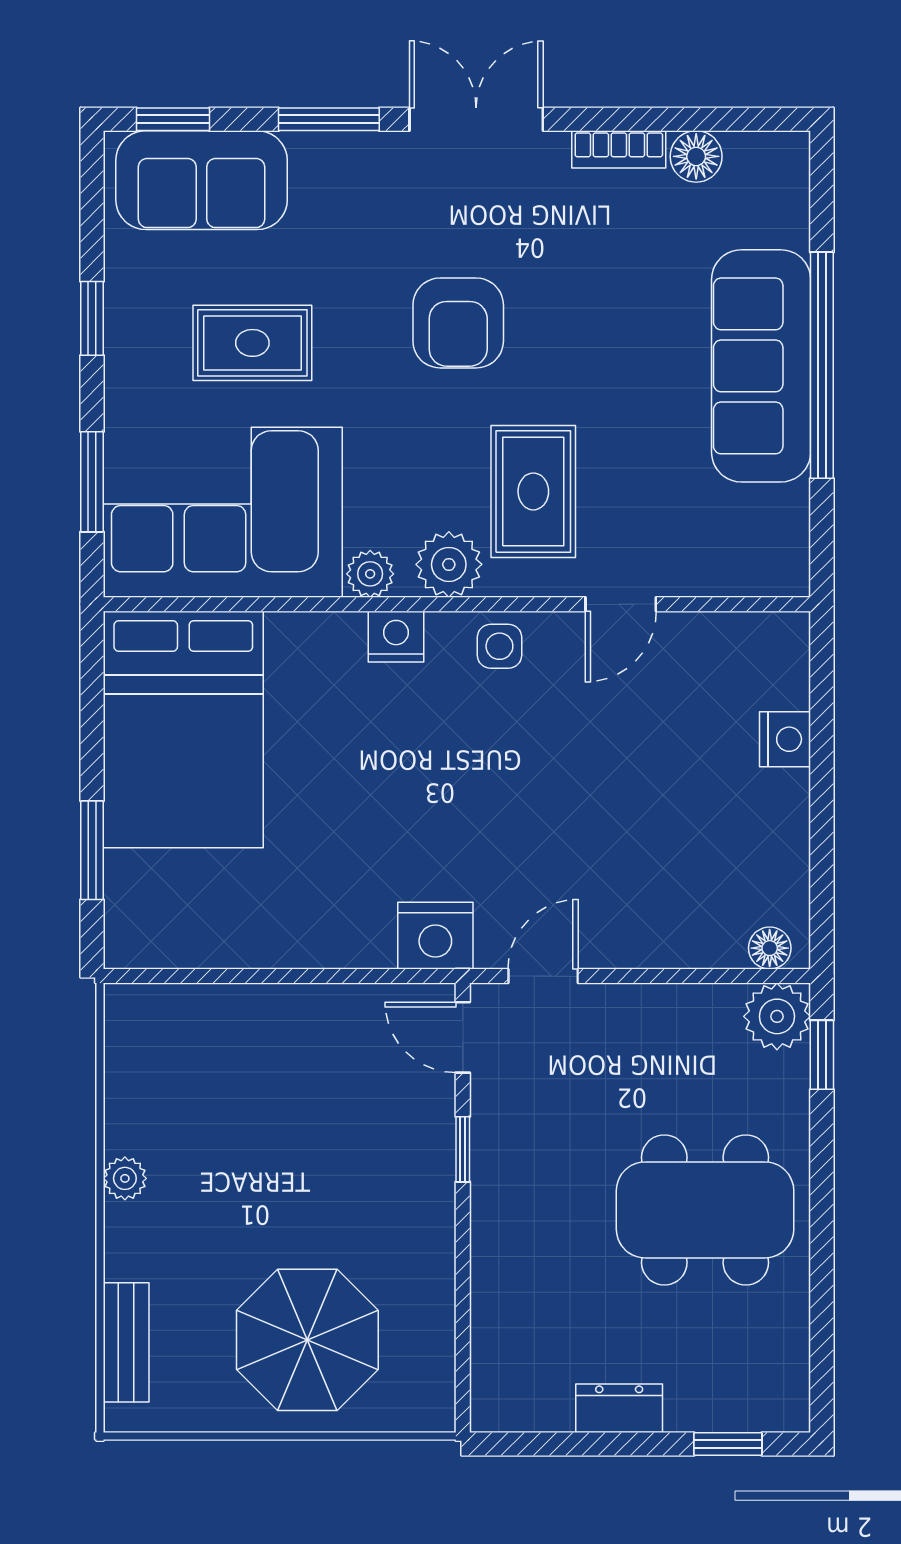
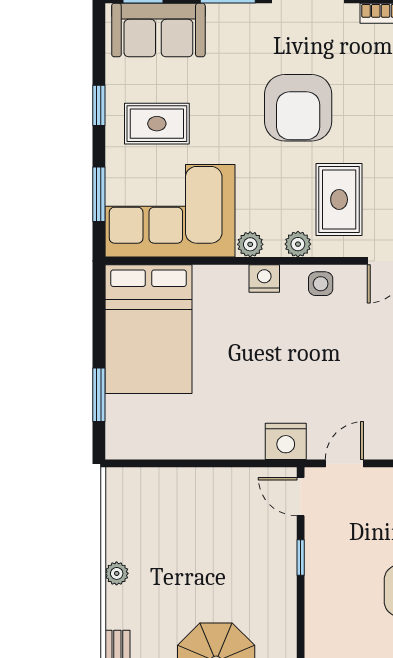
armchair: (458, 323) -> (298, 108), width x1.36, depth x1.36
rug: (252, 343) -> (157, 124), moved
plant: (449, 564) -> (298, 244), width x0.73, depth x0.73

